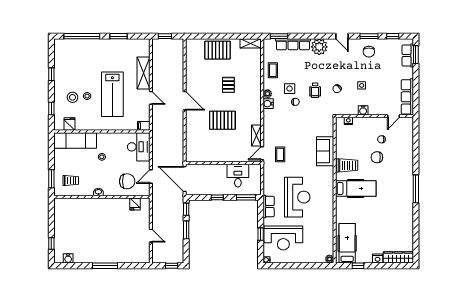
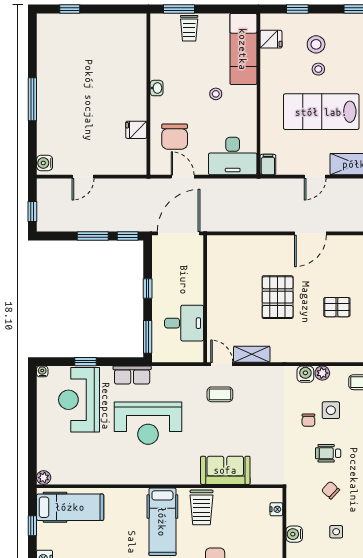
trolley: (71, 181) -> (189, 28), moved
fridge: (135, 204) -> (136, 130), moved
water cooler: (68, 258) -> (45, 163), moved

